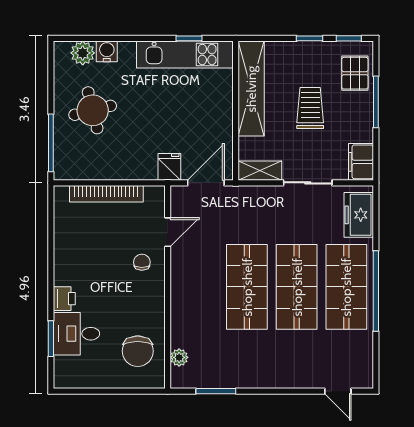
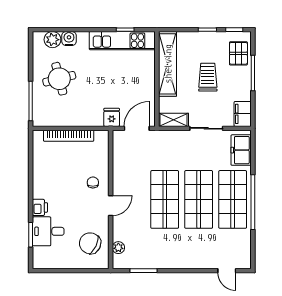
door: (168, 232) -> (111, 206), moved
chair: (138, 351) -> (90, 243), turned 116

